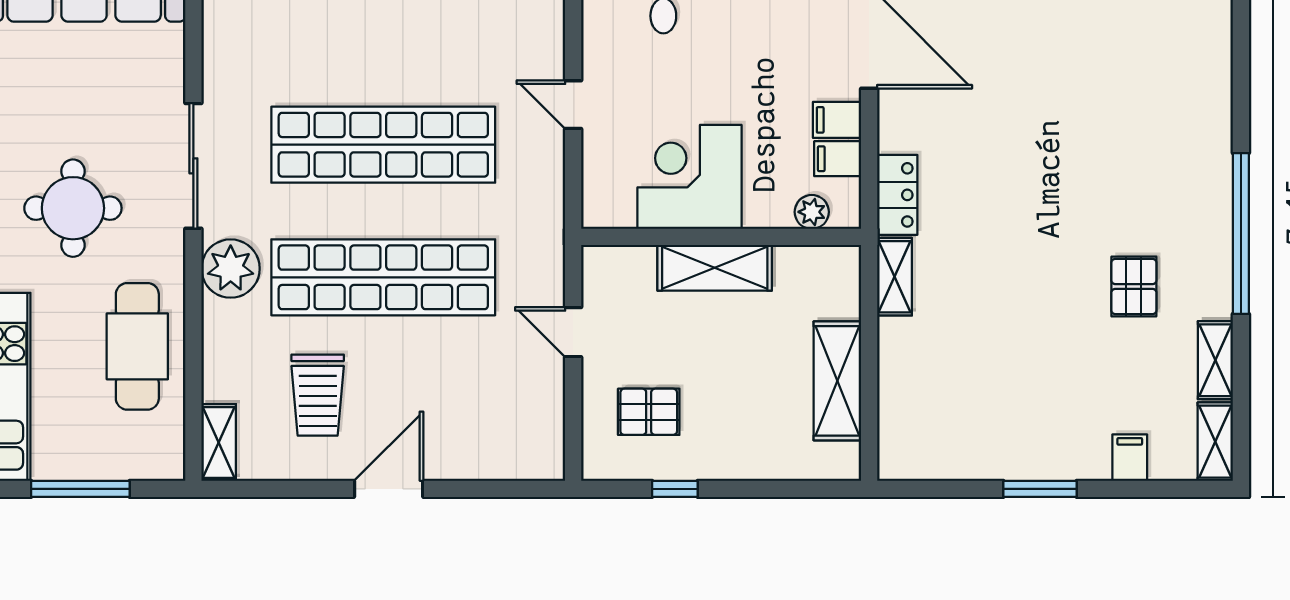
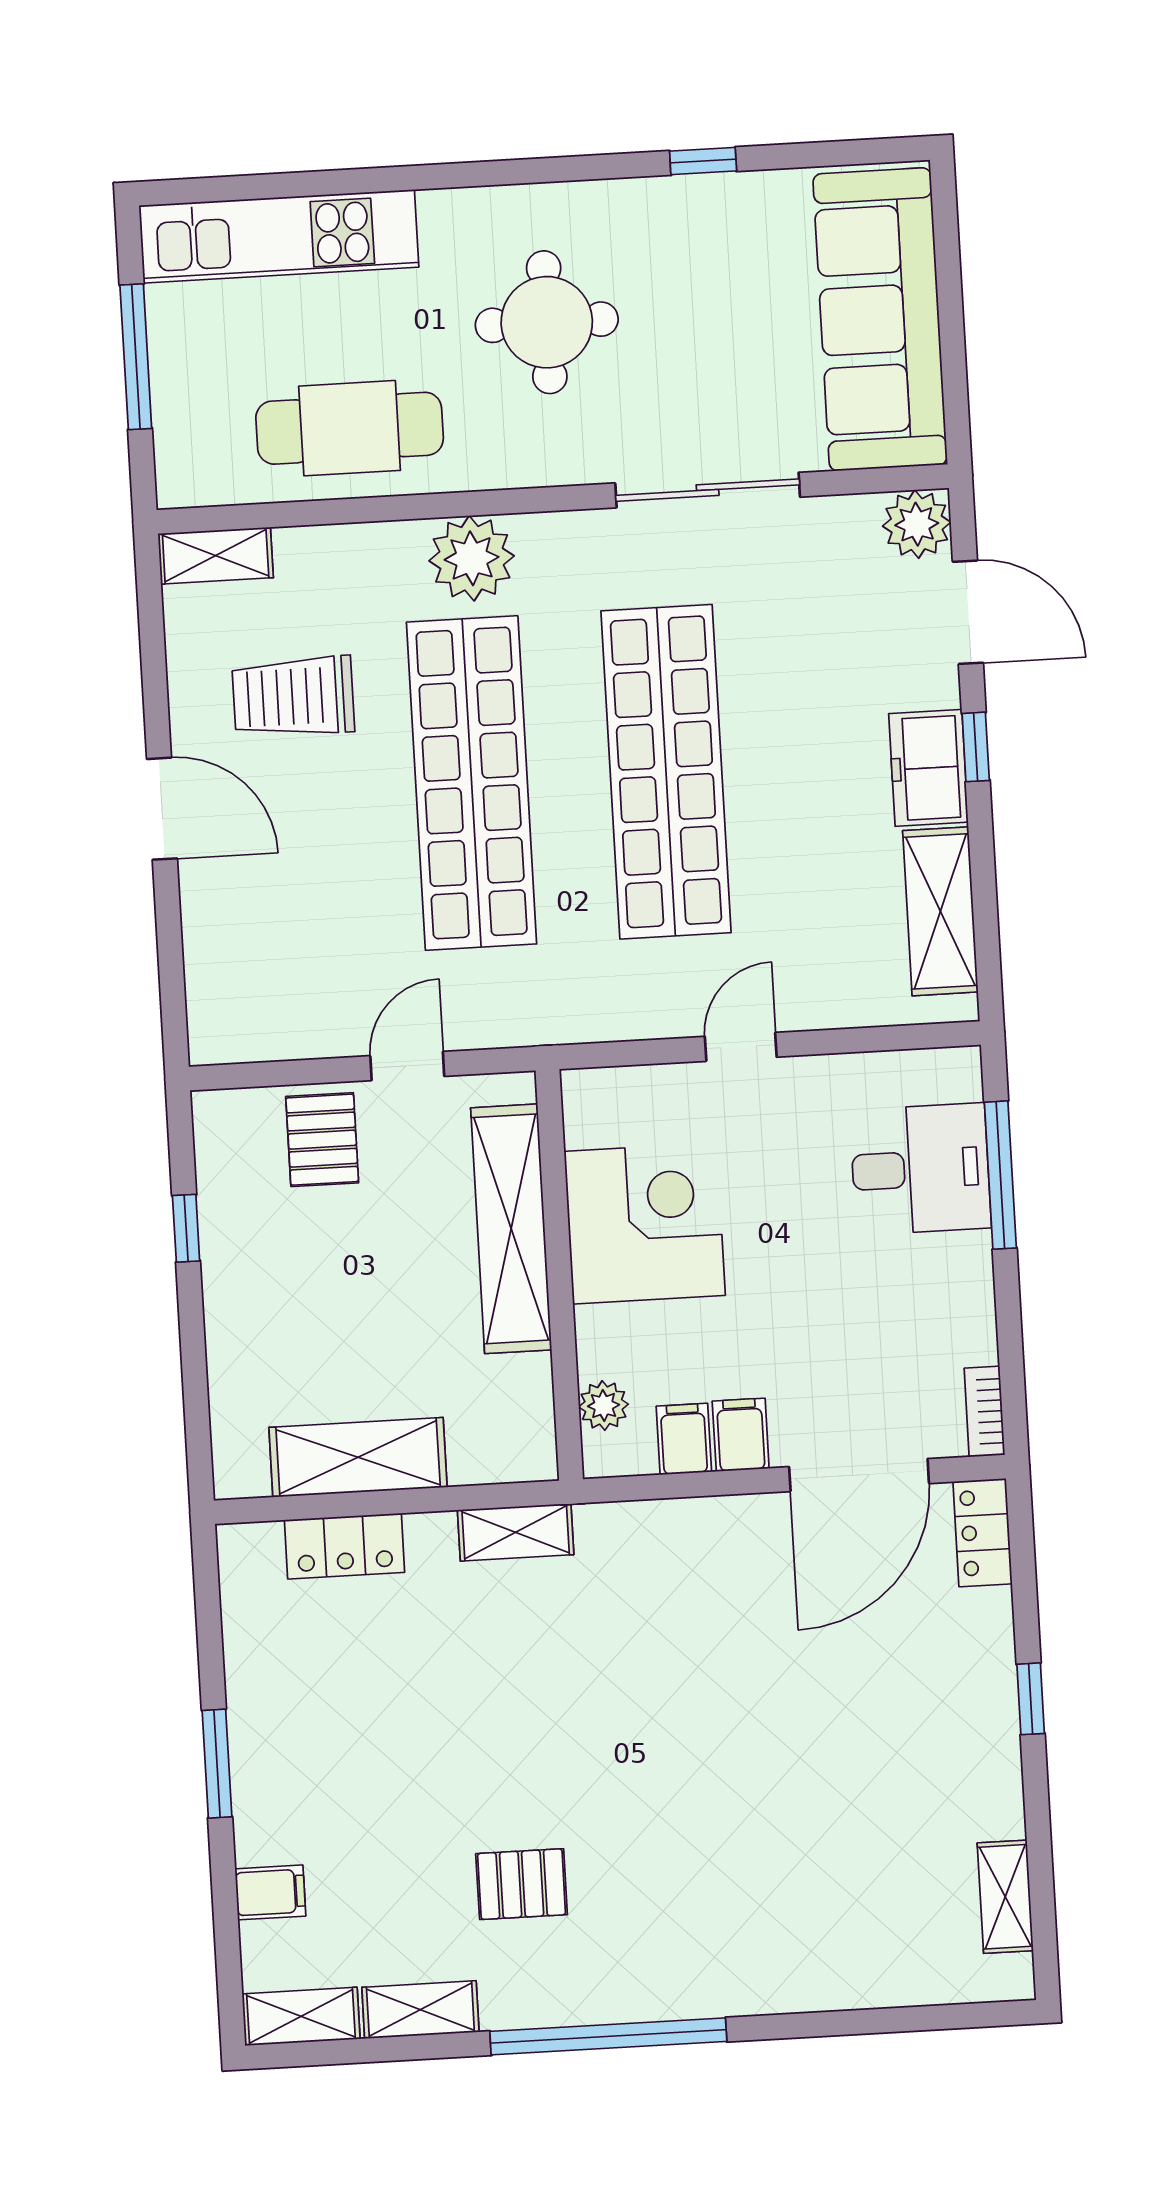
sliding door: (193, 166) -> (708, 490), moved
locker: (897, 195) -> (345, 1546), moved
shelving: (715, 268) -> (511, 1229), width x1.47
pallet: (649, 412) -> (322, 1140), moved

